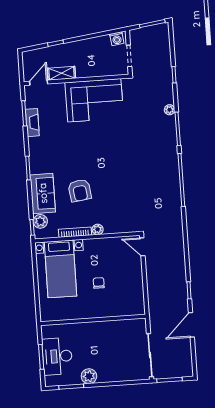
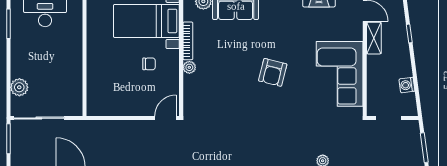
washing machine: (117, 39) -> (407, 85), moved
armchair: (80, 190) -> (273, 72), moved, turned -68
chair: (99, 283) -> (149, 64), moved
plant: (89, 376) -> (19, 87), moved

